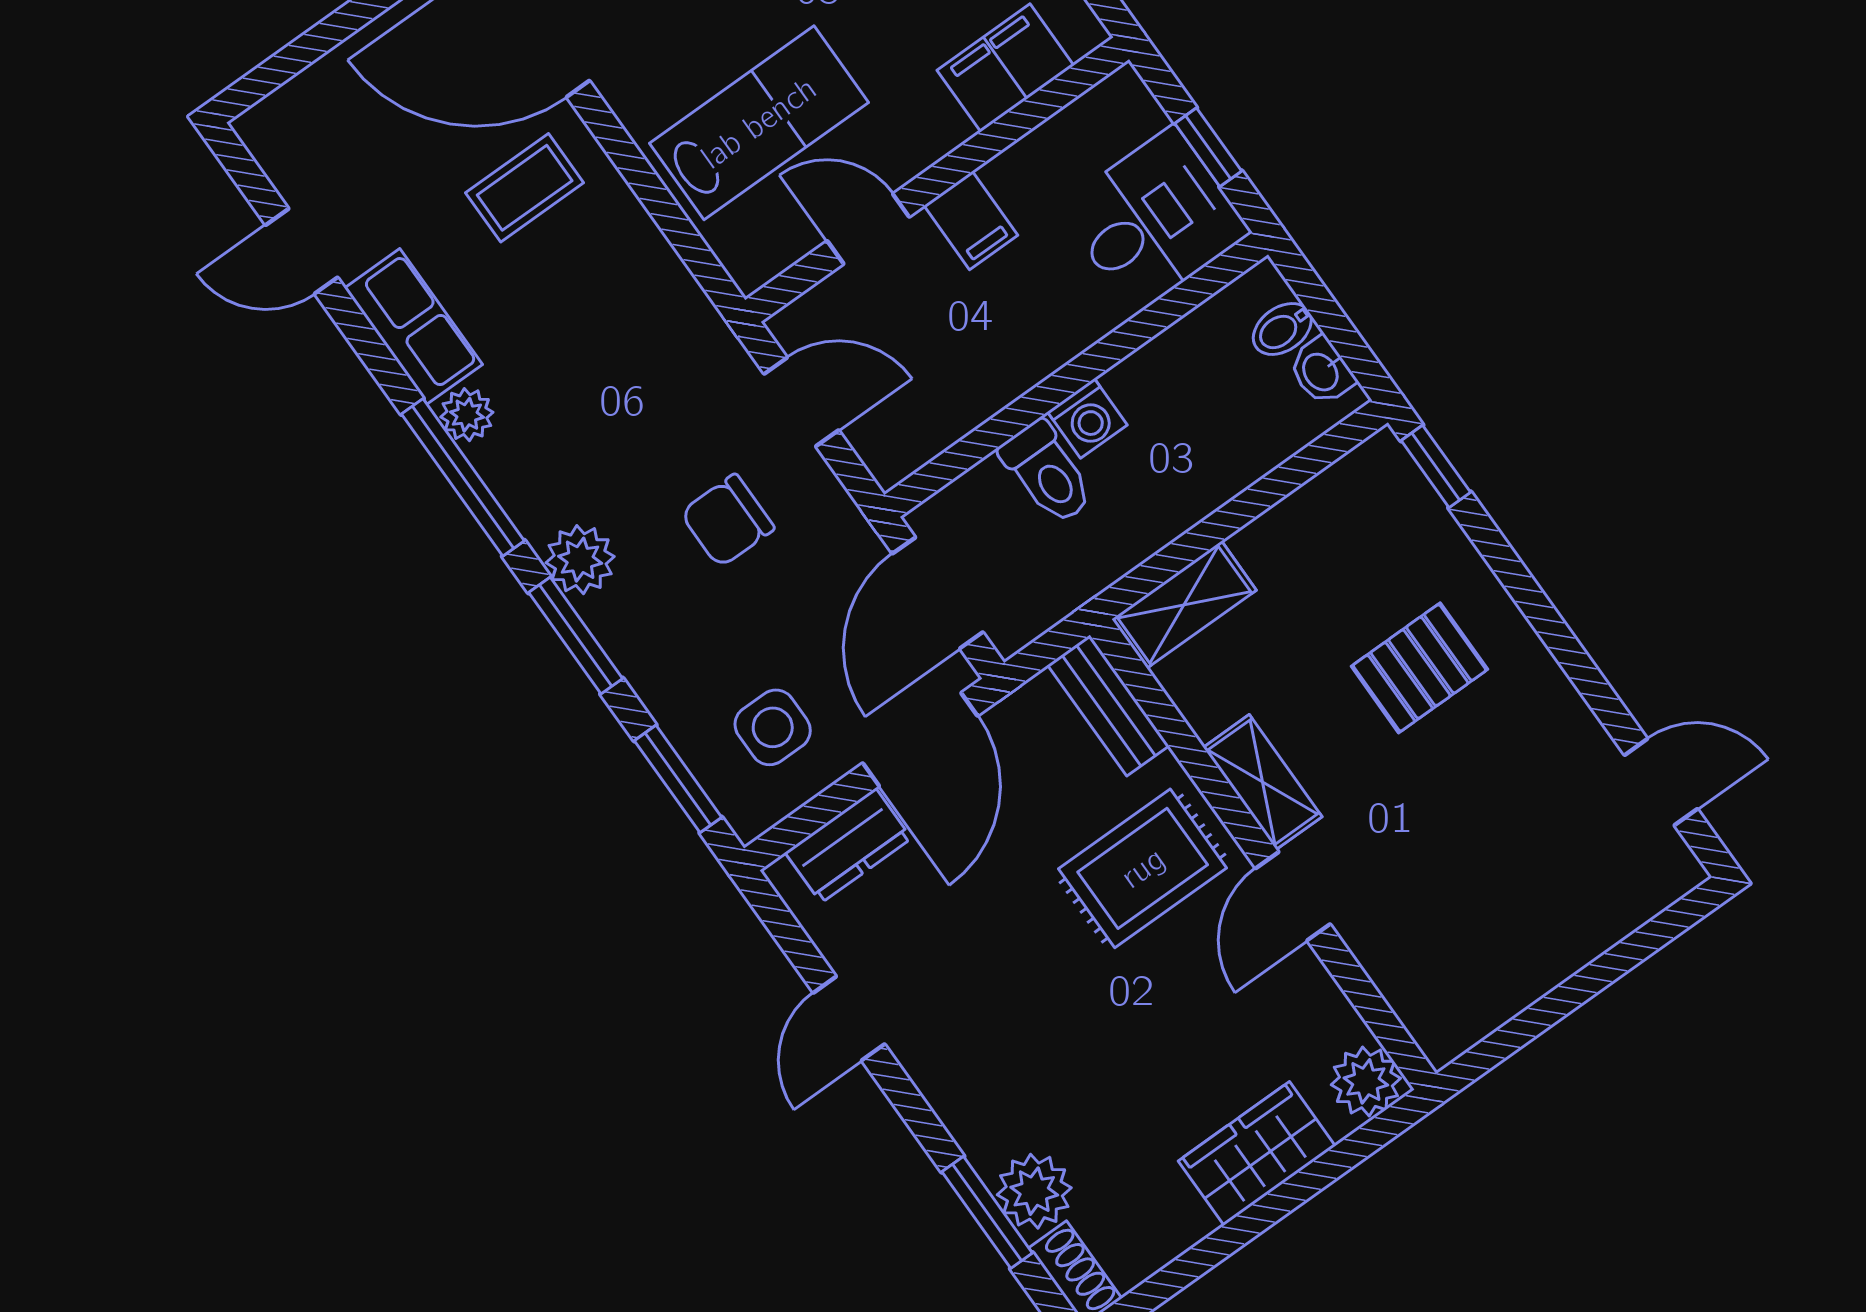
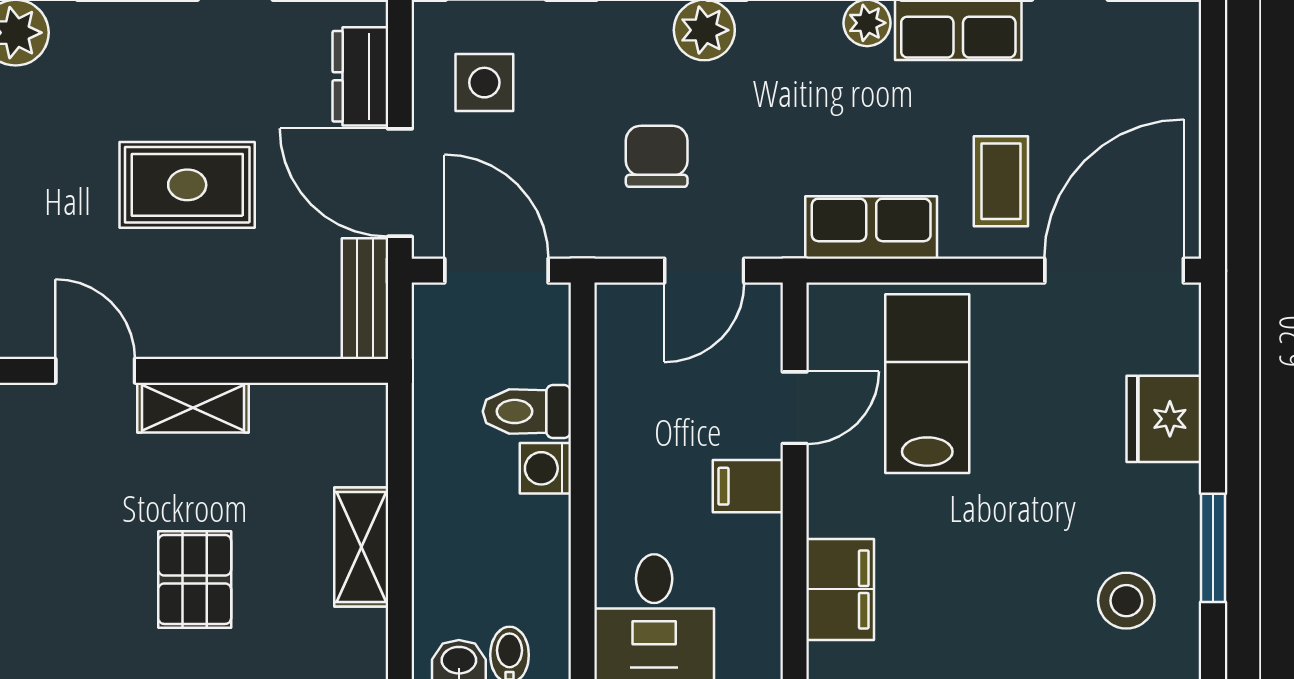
lab bench: (759, 123) -> (927, 384), turned 180
row of seats: (652, 277) -> (871, 227), added
shelving: (1184, 605) -> (361, 547), moved
bench: (1108, 705) -> (365, 299), moved, turned 90
rug: (1143, 868) -> (187, 185), moved, turned 90

